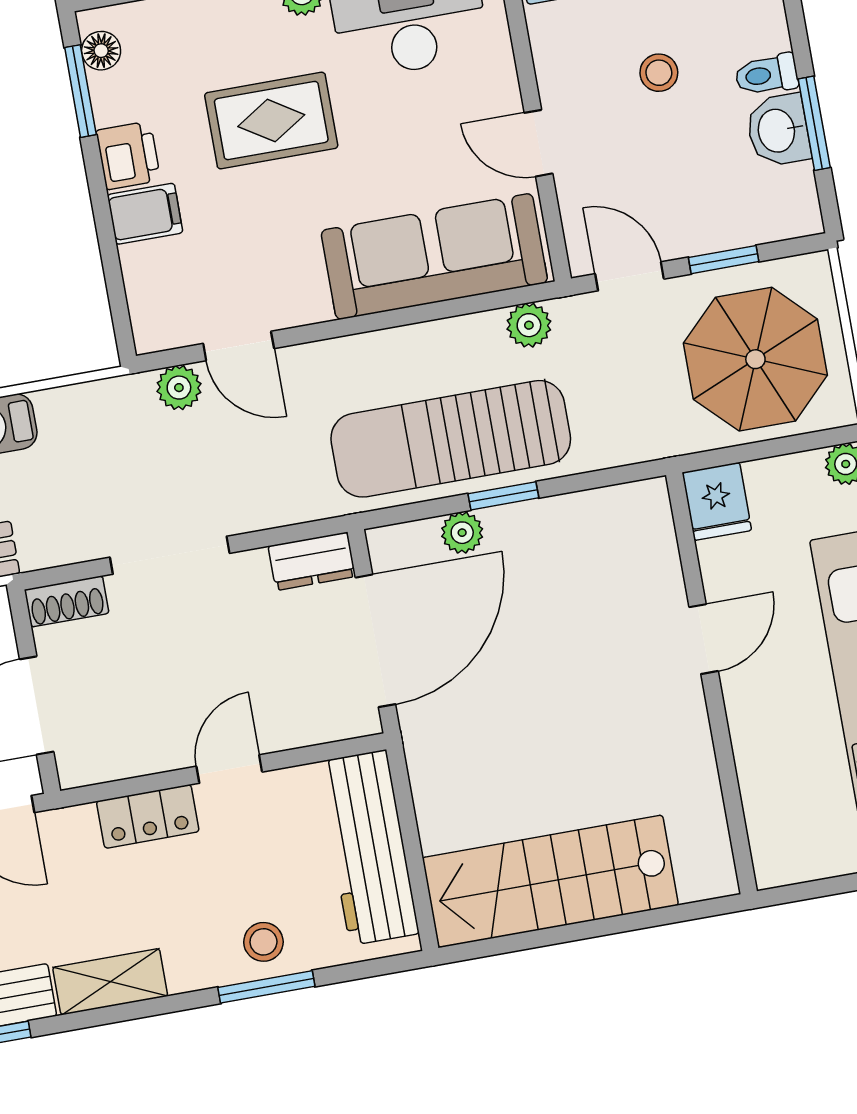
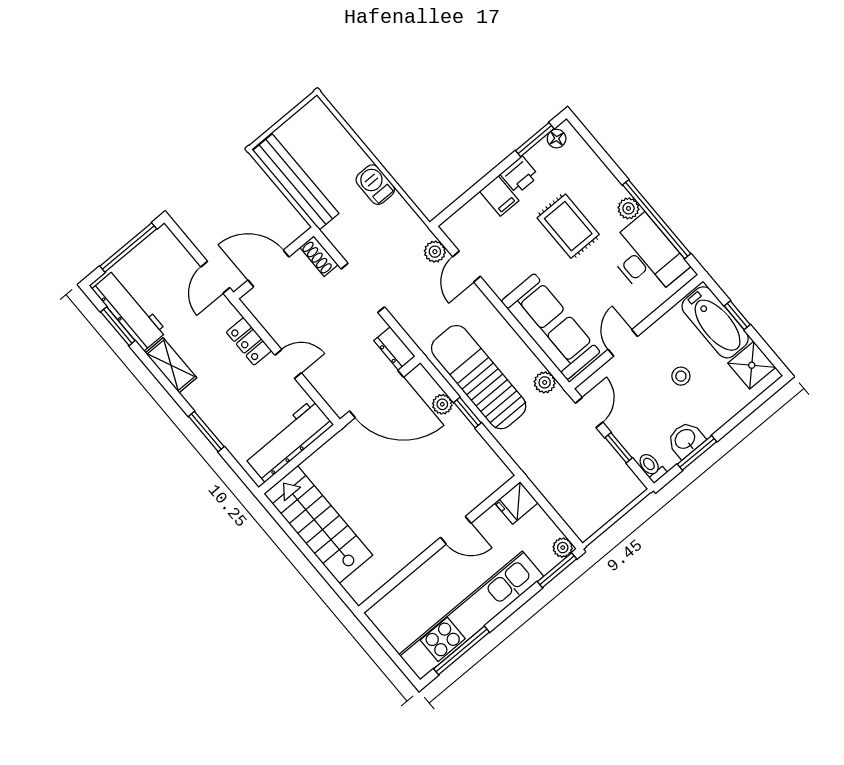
toilet: (767, 75) -> (651, 467), moved
parasol: (755, 359) -> (585, 485), removed
stool: (263, 942) -> (224, 420), removed

